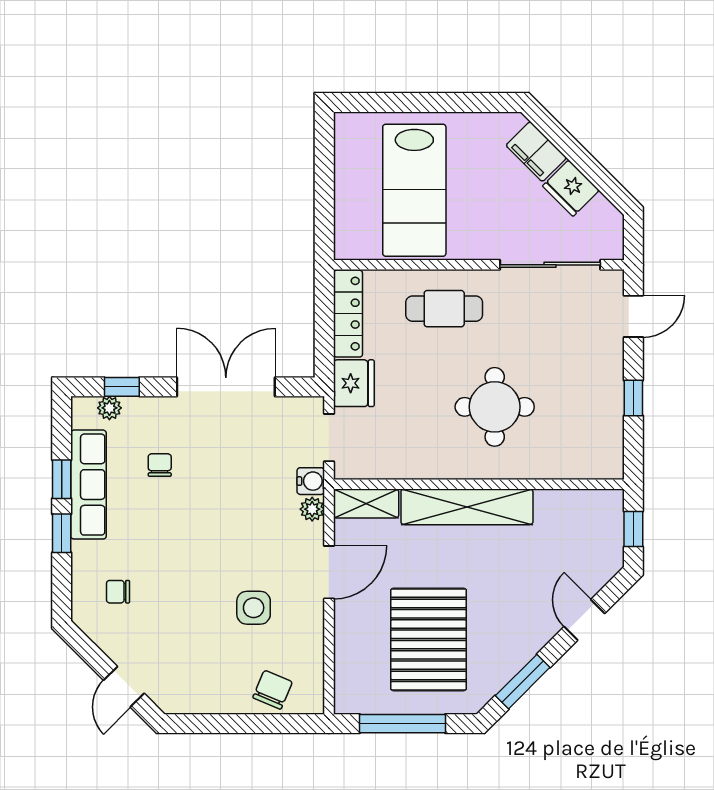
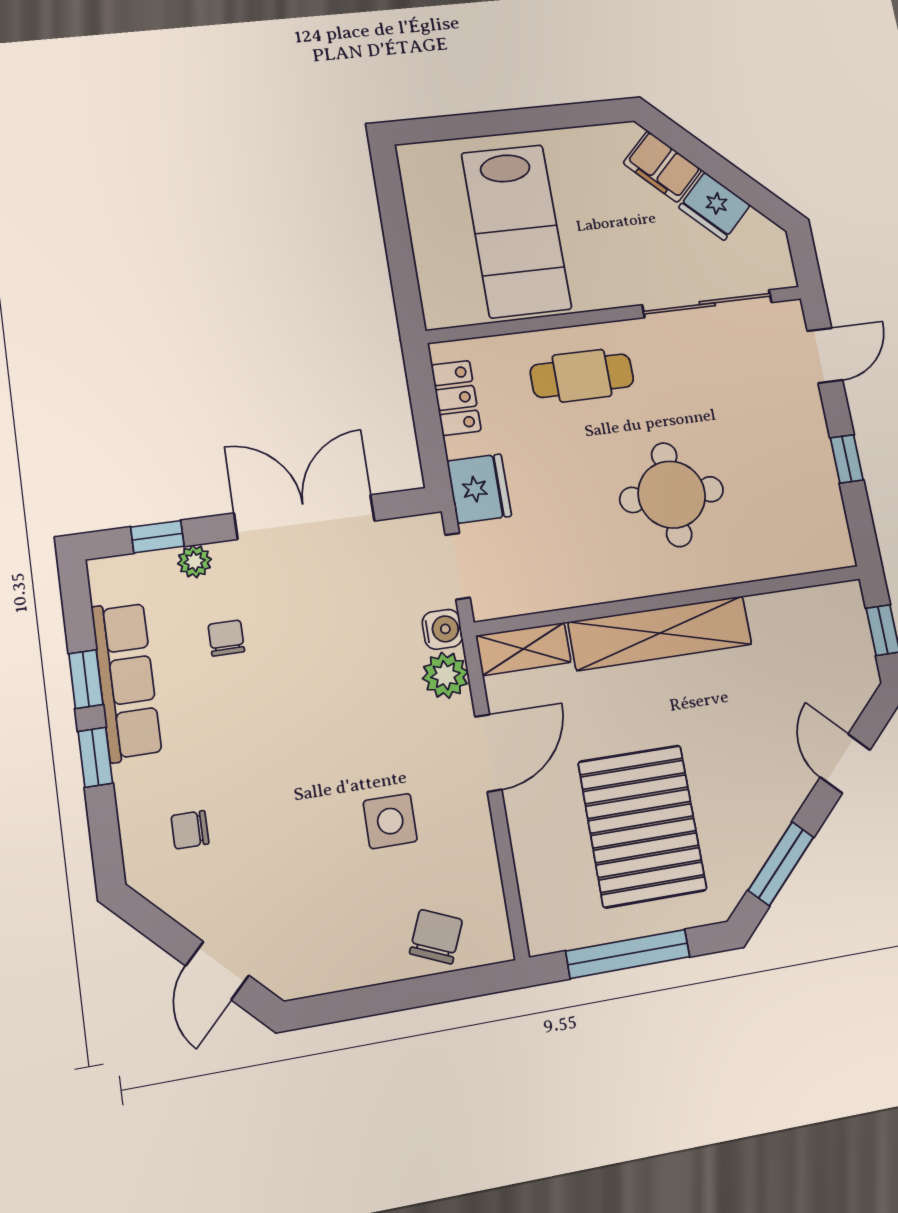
locker: (348, 314) -> (456, 398), width x0.66
plant: (109, 408) -> (195, 561), moved
plant: (312, 509) -> (445, 675), width x1.38, depth x1.38

